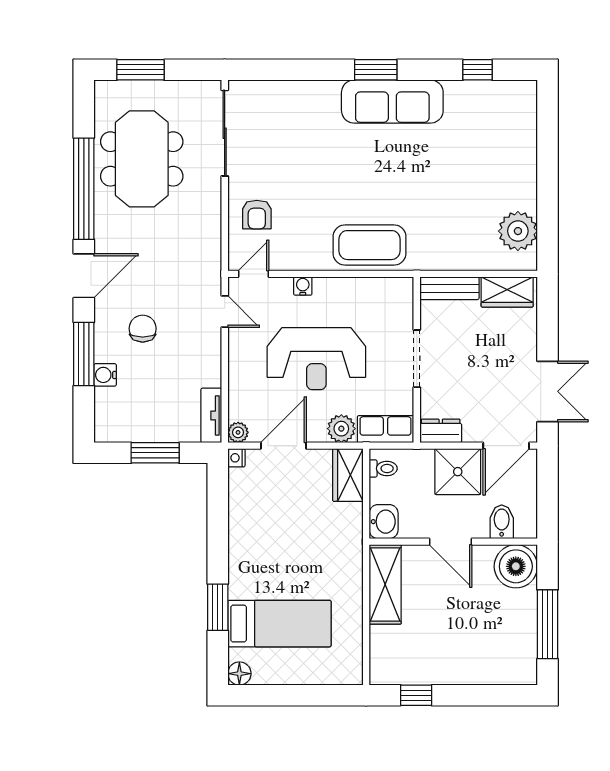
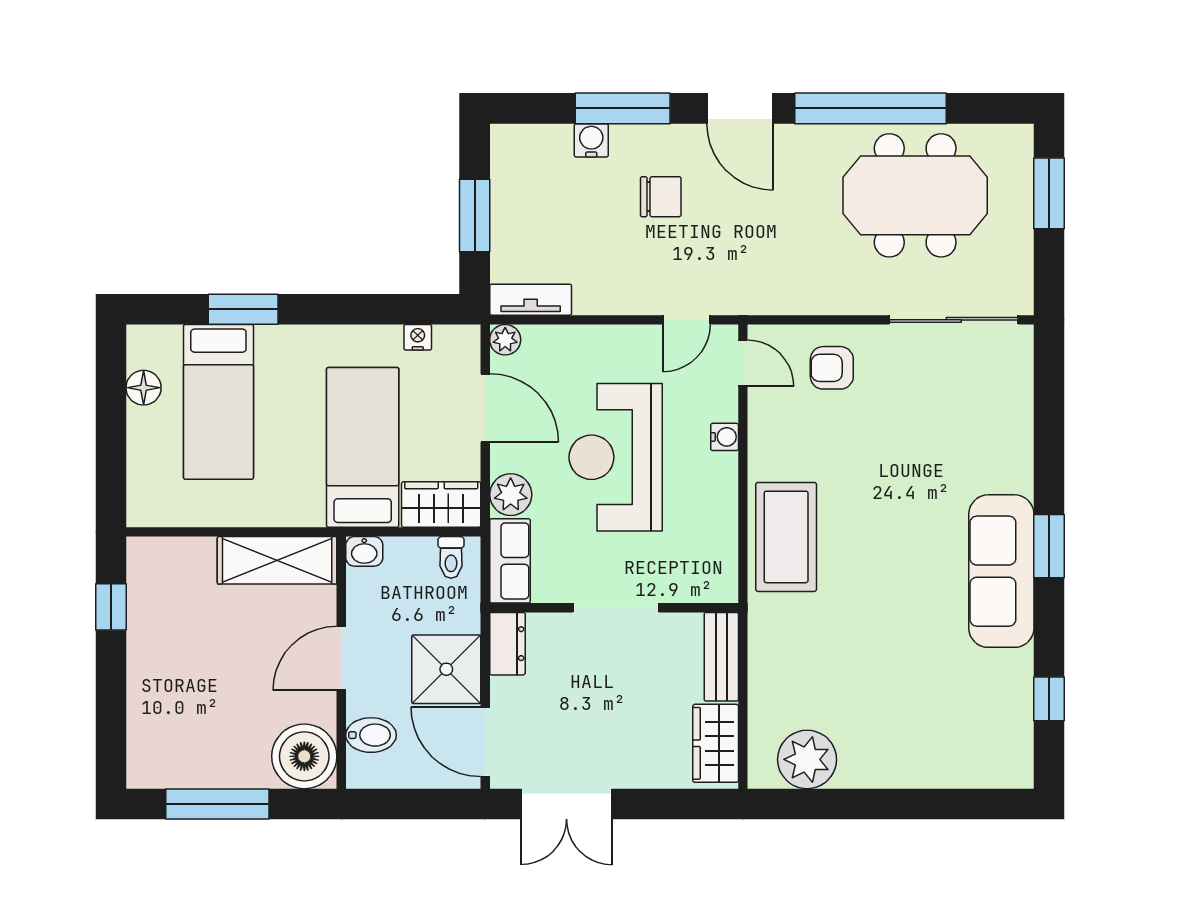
nightstand: (236, 458) -> (418, 337), moved
washbasin: (384, 522) -> (364, 551), width x0.72, depth x0.69
bed: (310, 527) -> (363, 447), added
floor lamp: (239, 674) -> (144, 388), moved

